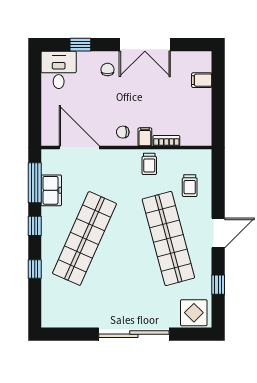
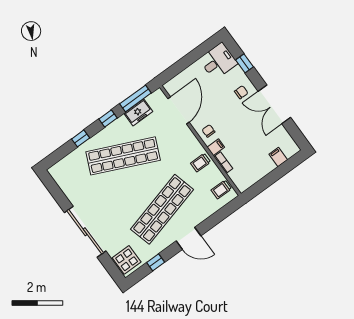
trolley: (190, 186) -> (221, 189), moved

